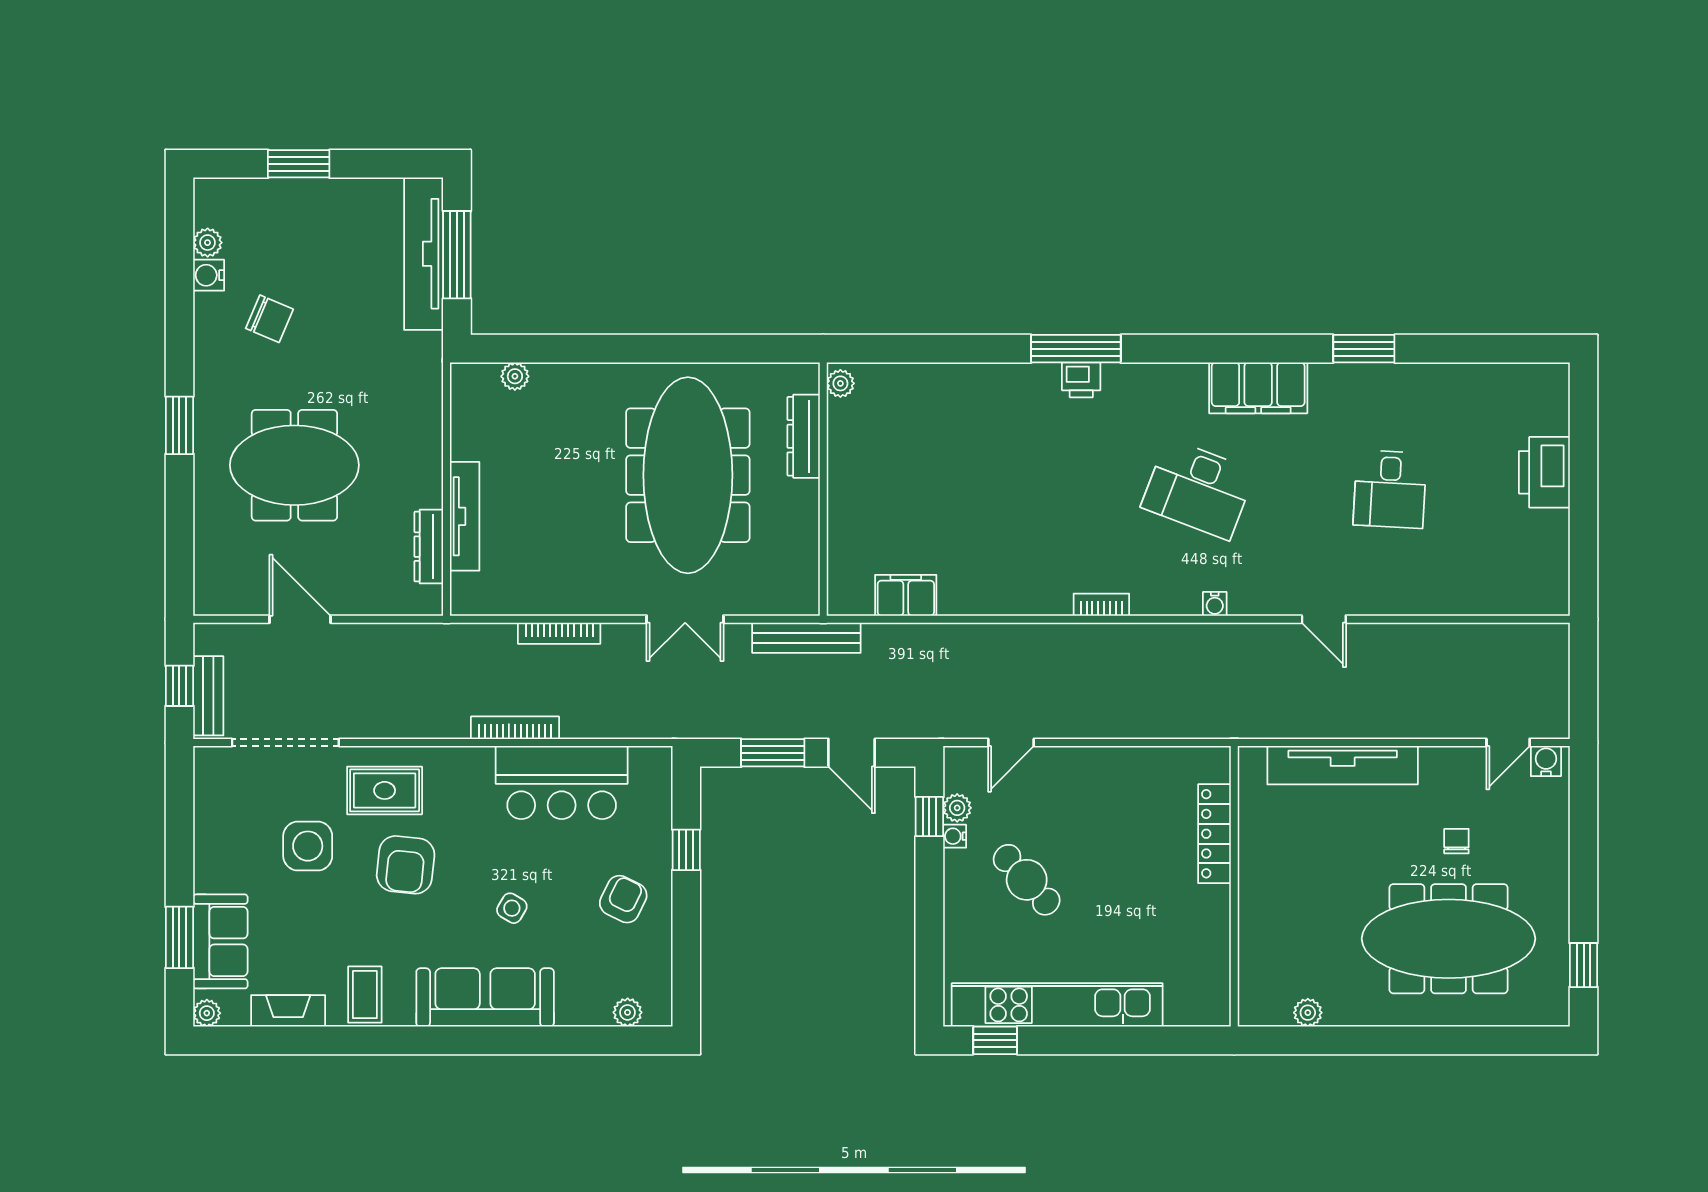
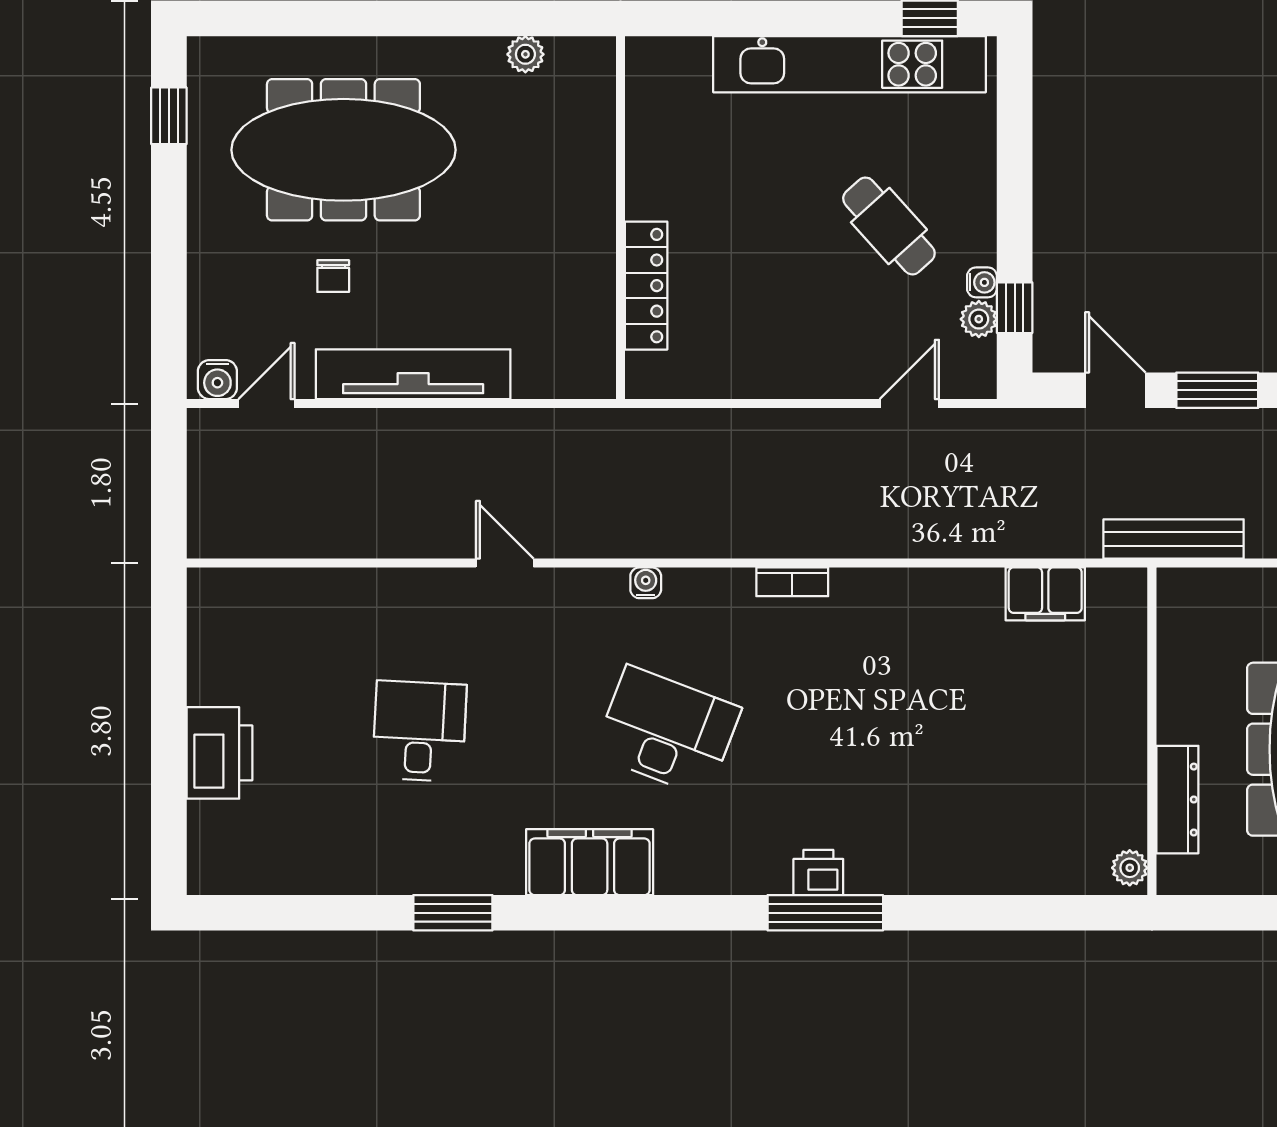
tv unit: (1343, 765) -> (413, 374), moved

